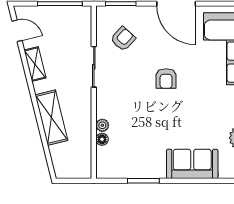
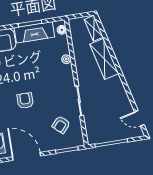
shelving: (35, 64) -> (94, 28), moved
floor lamp: (102, 139) -> (62, 30), moved
fireplace: (139, 168) -> (34, 32), added

